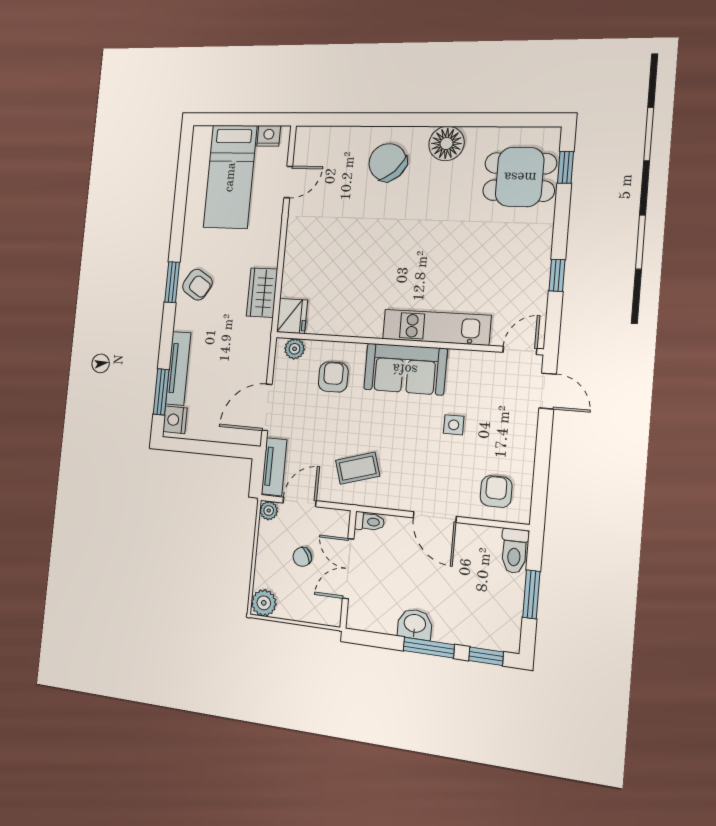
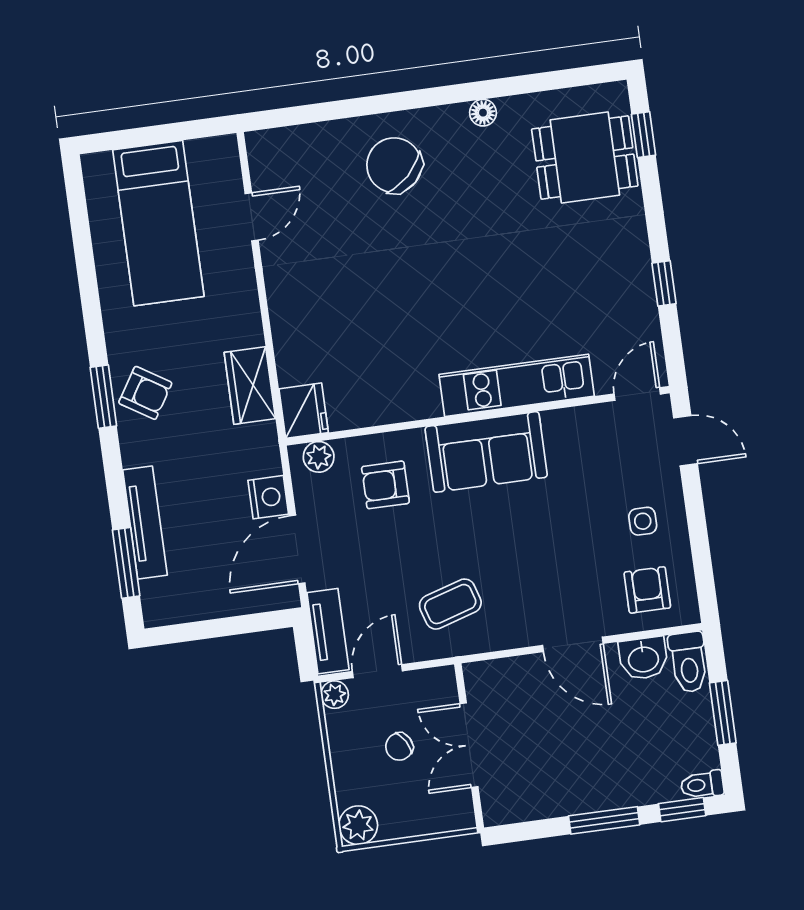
nightstand: (269, 136) -> (205, 153), removed
floor lamp: (446, 143) -> (483, 113), width x0.53, depth x0.53
armchair: (333, 377) -> (385, 485), turned -90
nightstand: (175, 420) -> (268, 497), moved, turned 180
side table: (454, 425) -> (643, 521), moved
toilet: (369, 522) -> (702, 785), moved, turned 180
washbasin: (415, 624) -> (643, 658), moved, turned 180

